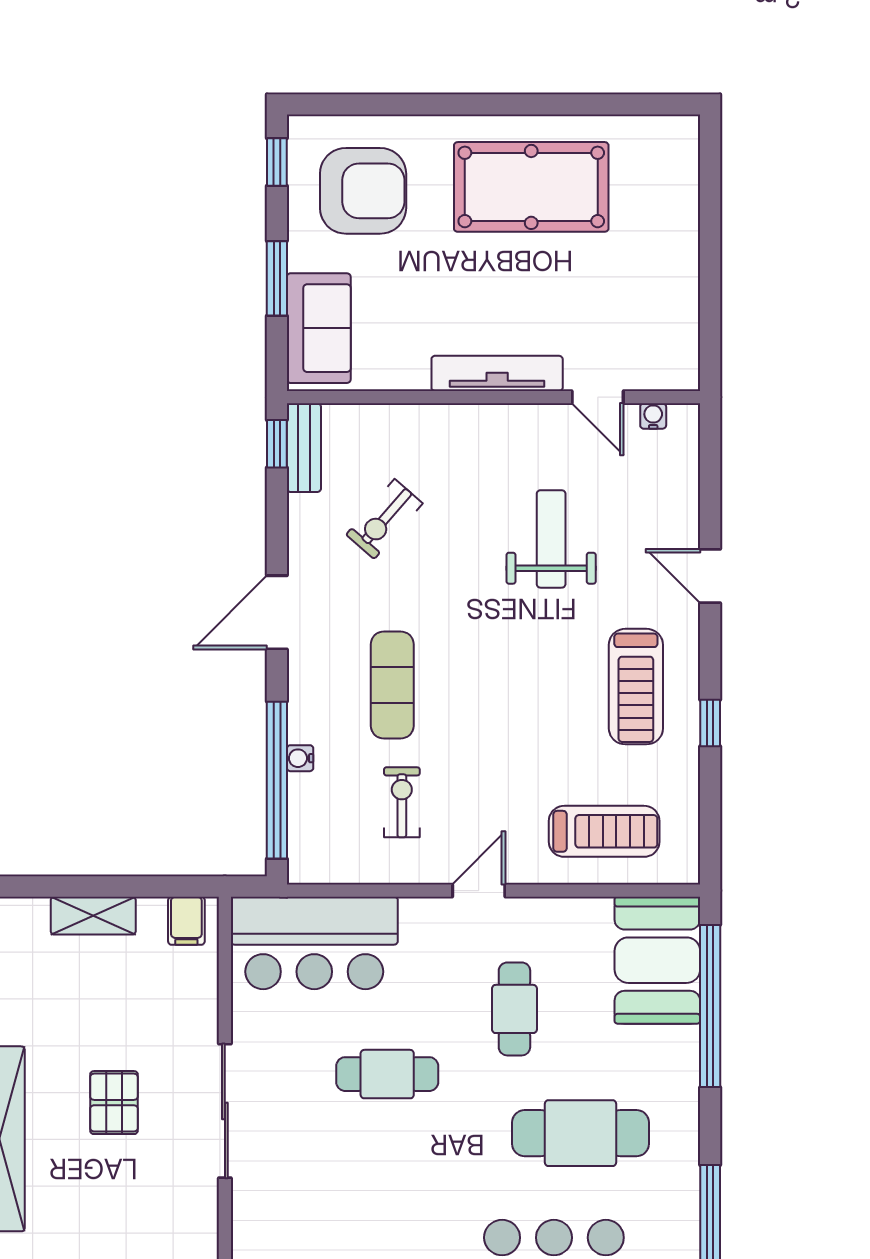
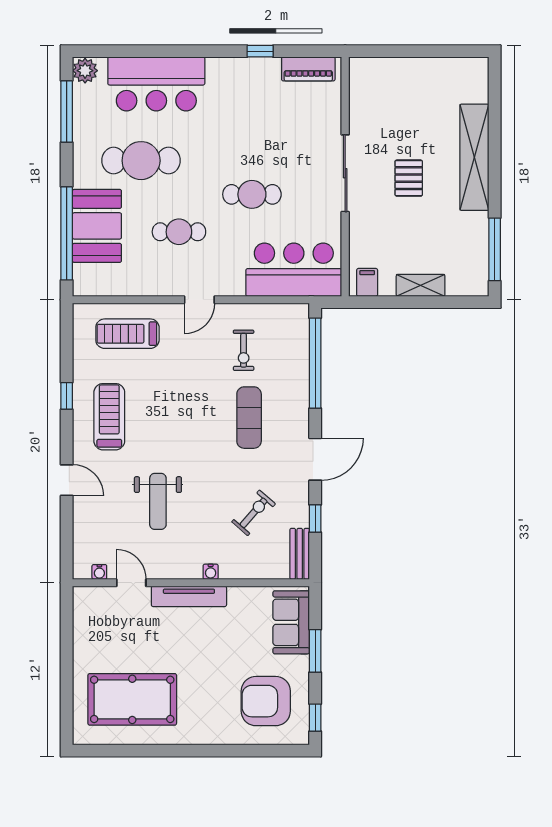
pool table: (531, 187) -> (132, 699), moved
window: (277, 444) -> (315, 519), moved
water cooler: (300, 758) -> (211, 572), moved, turned 90
booth: (657, 960) -> (97, 226), moved
cafe table: (514, 1009) -> (179, 232), turned 90

